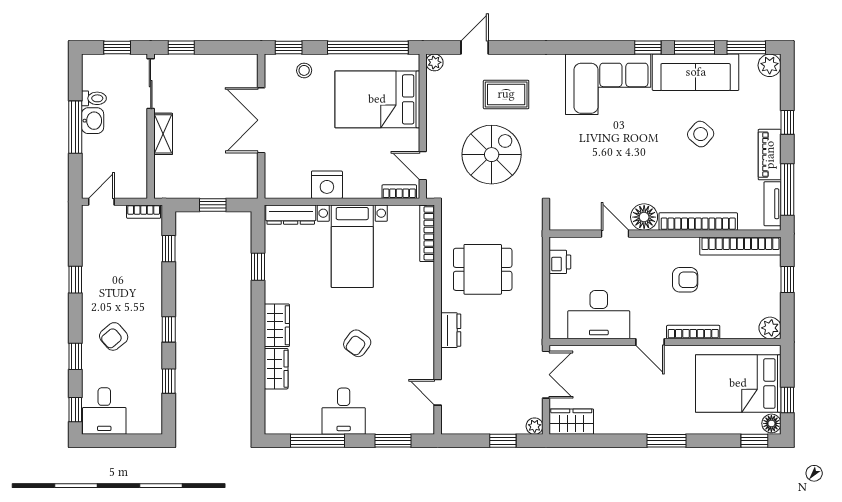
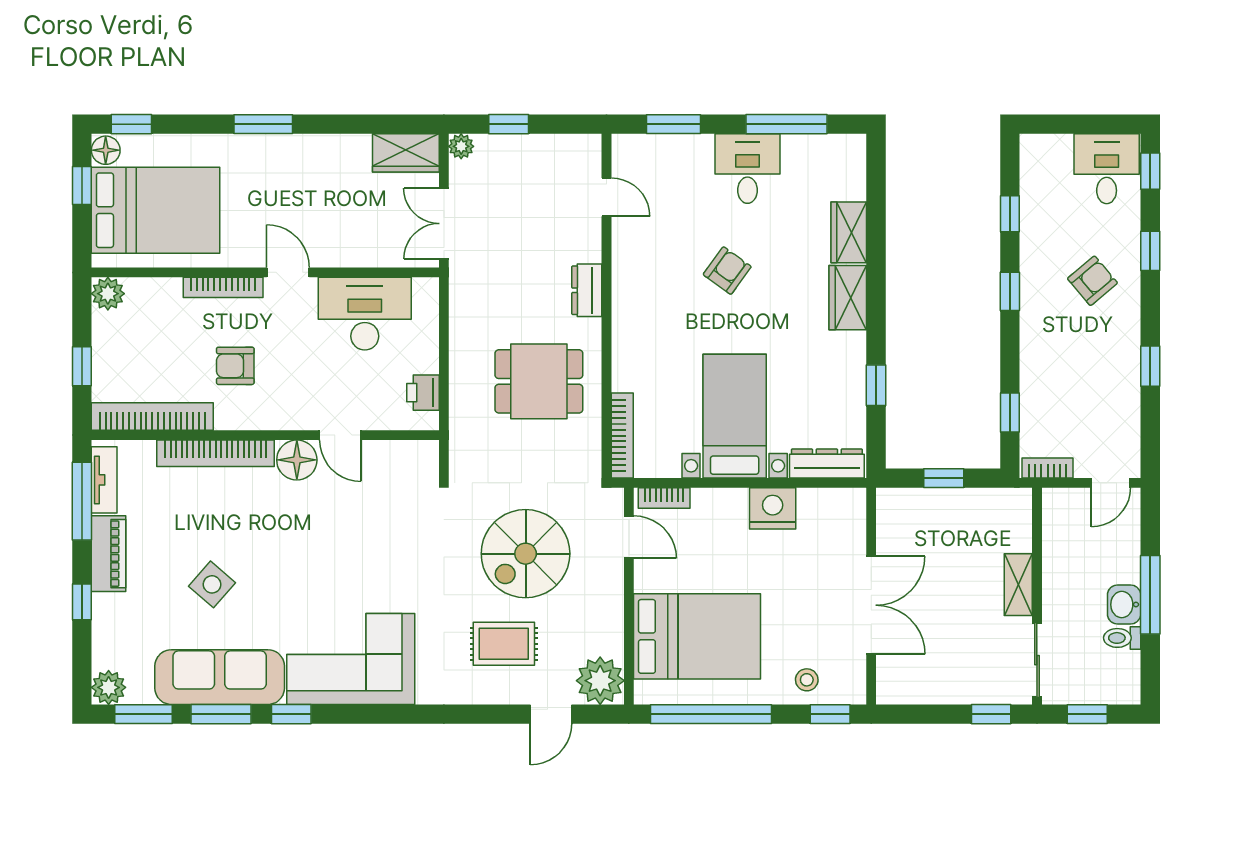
plant: (434, 62) -> (600, 681), width x1.88, depth x1.88

